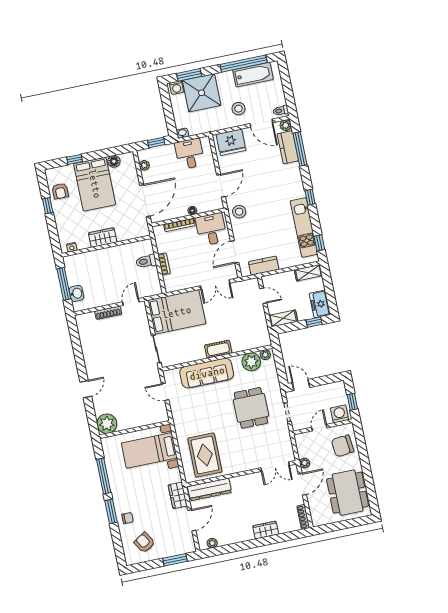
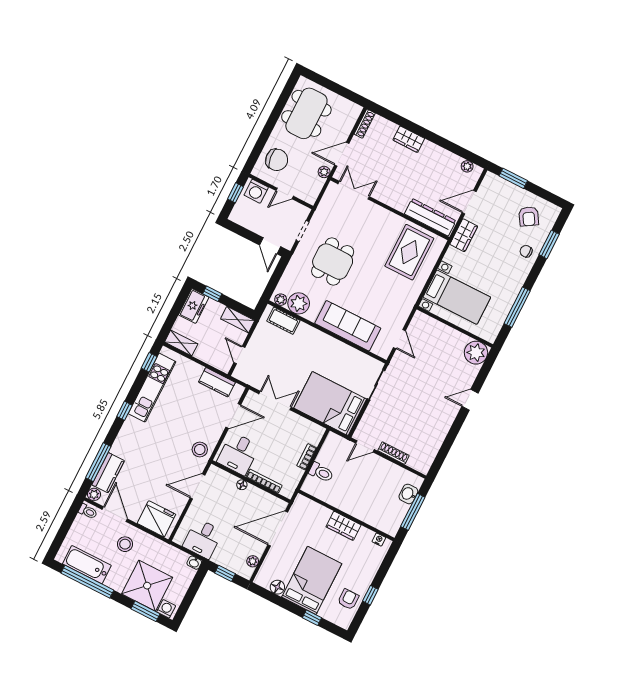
cot: (218, 349) -> (283, 321), moved
window: (111, 511) -> (549, 244), moved

